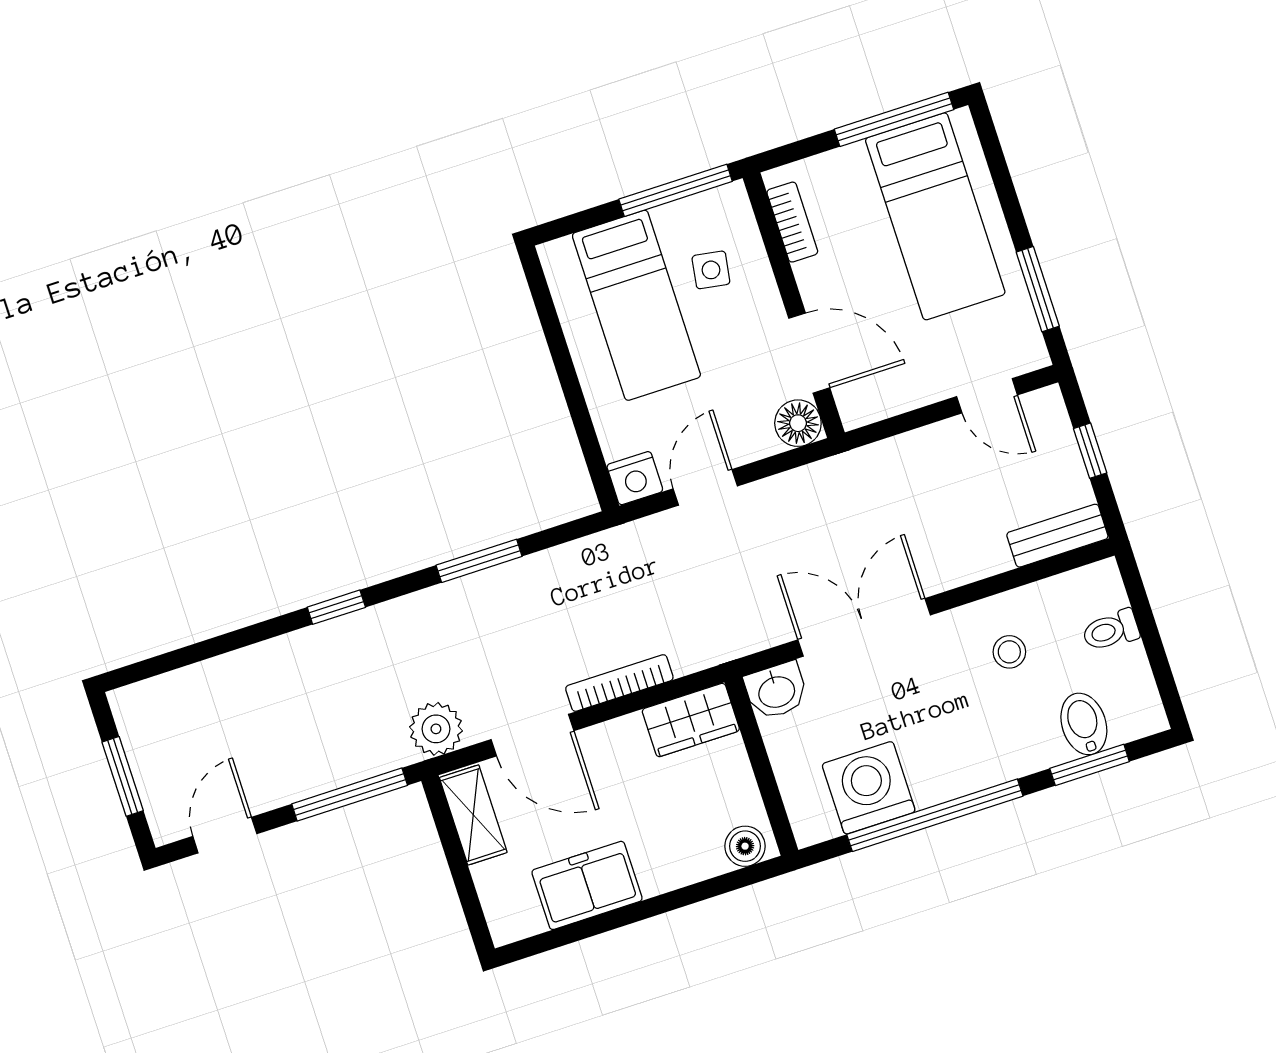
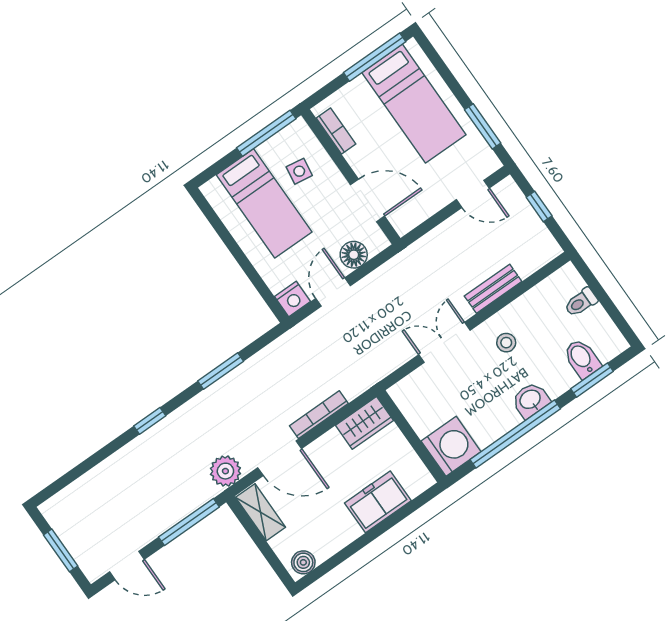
floor lamp: (798, 423) -> (354, 255), moved
bench: (1057, 536) -> (493, 289), moved
double door: (864, 627) -> (444, 342), width x0.73
stool: (1009, 652) -> (506, 343), moved
washbasin: (776, 691) -> (531, 400), moved, turned 180
washing machine: (869, 788) -> (451, 446), moved, turned 90
door: (225, 835) -> (127, 565), swing flipped
boiler: (745, 846) -> (303, 562), moved
freezer: (587, 885) -> (378, 502), moved

